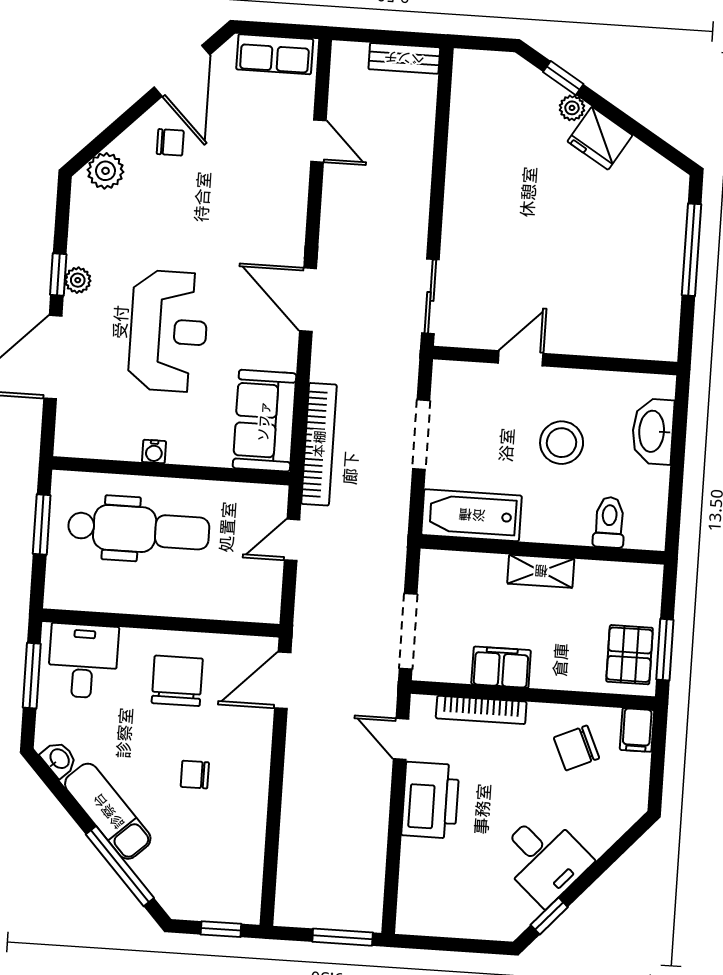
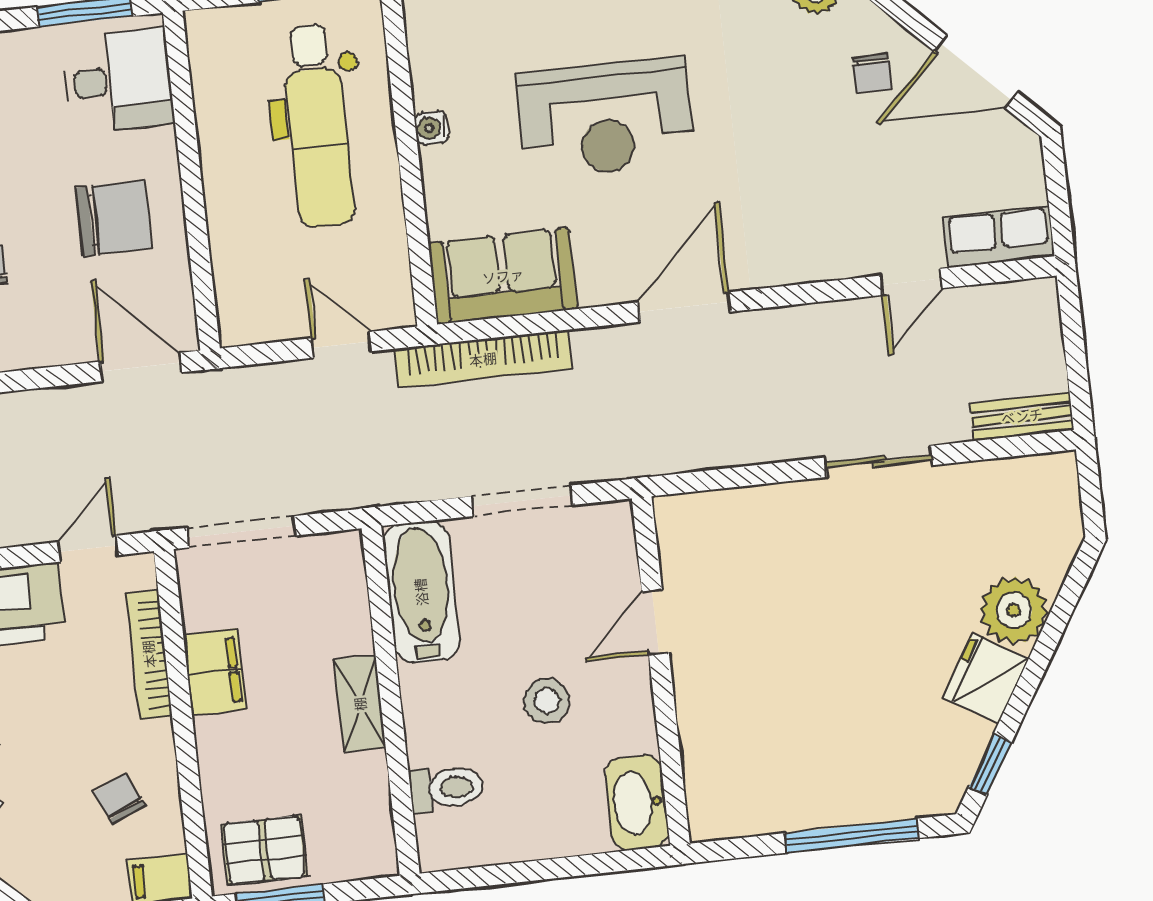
row of seats: (275, 54) -> (999, 237), moved, turned 90
bench: (404, 58) -> (1022, 416), moved, turned 90
window: (563, 78) -> (990, 764), moved
plant: (572, 108) -> (1014, 610), width x1.88, depth x1.88
sliding door: (430, 296) -> (879, 461), moved
door: (521, 358) -> (655, 622), swing flipped
washbasin: (653, 431) -> (637, 803), moved, turned -90
stool: (562, 443) -> (547, 701), width x0.73, depth x0.73
chair: (577, 748) -> (120, 799), width x0.73, depth x0.73

